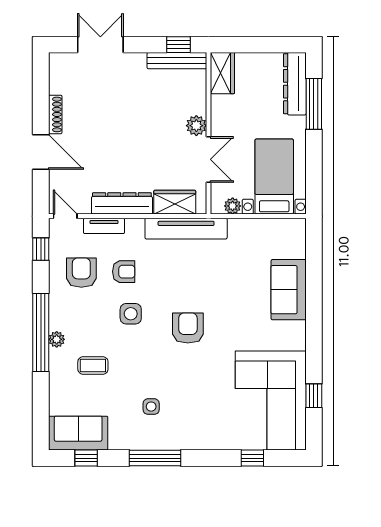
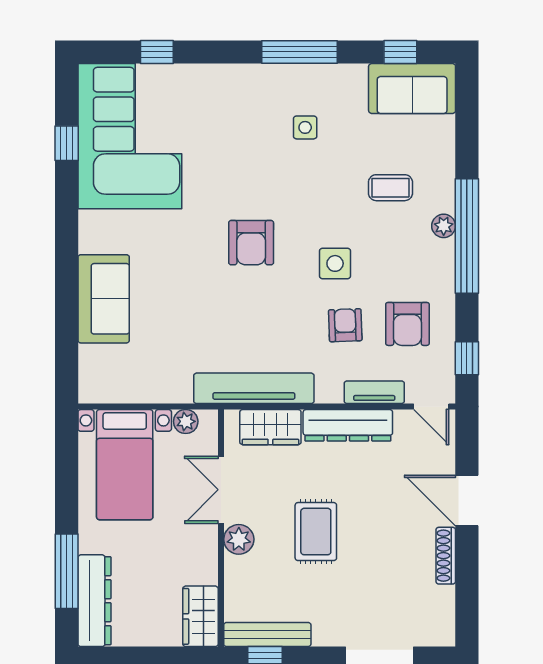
rug: (144, 131) -> (316, 532), added
armchair: (124, 272) -> (345, 325), turned 88

